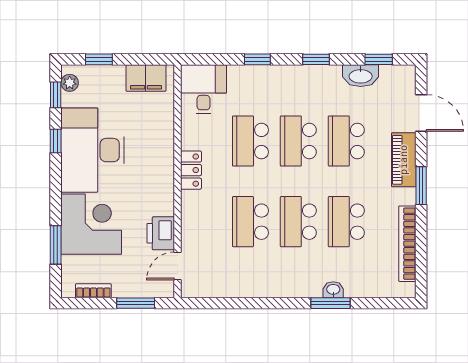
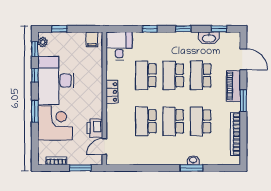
filing cabinet: (146, 78) -> (92, 39), width x0.50
window: (56, 245) -> (35, 111), moved

